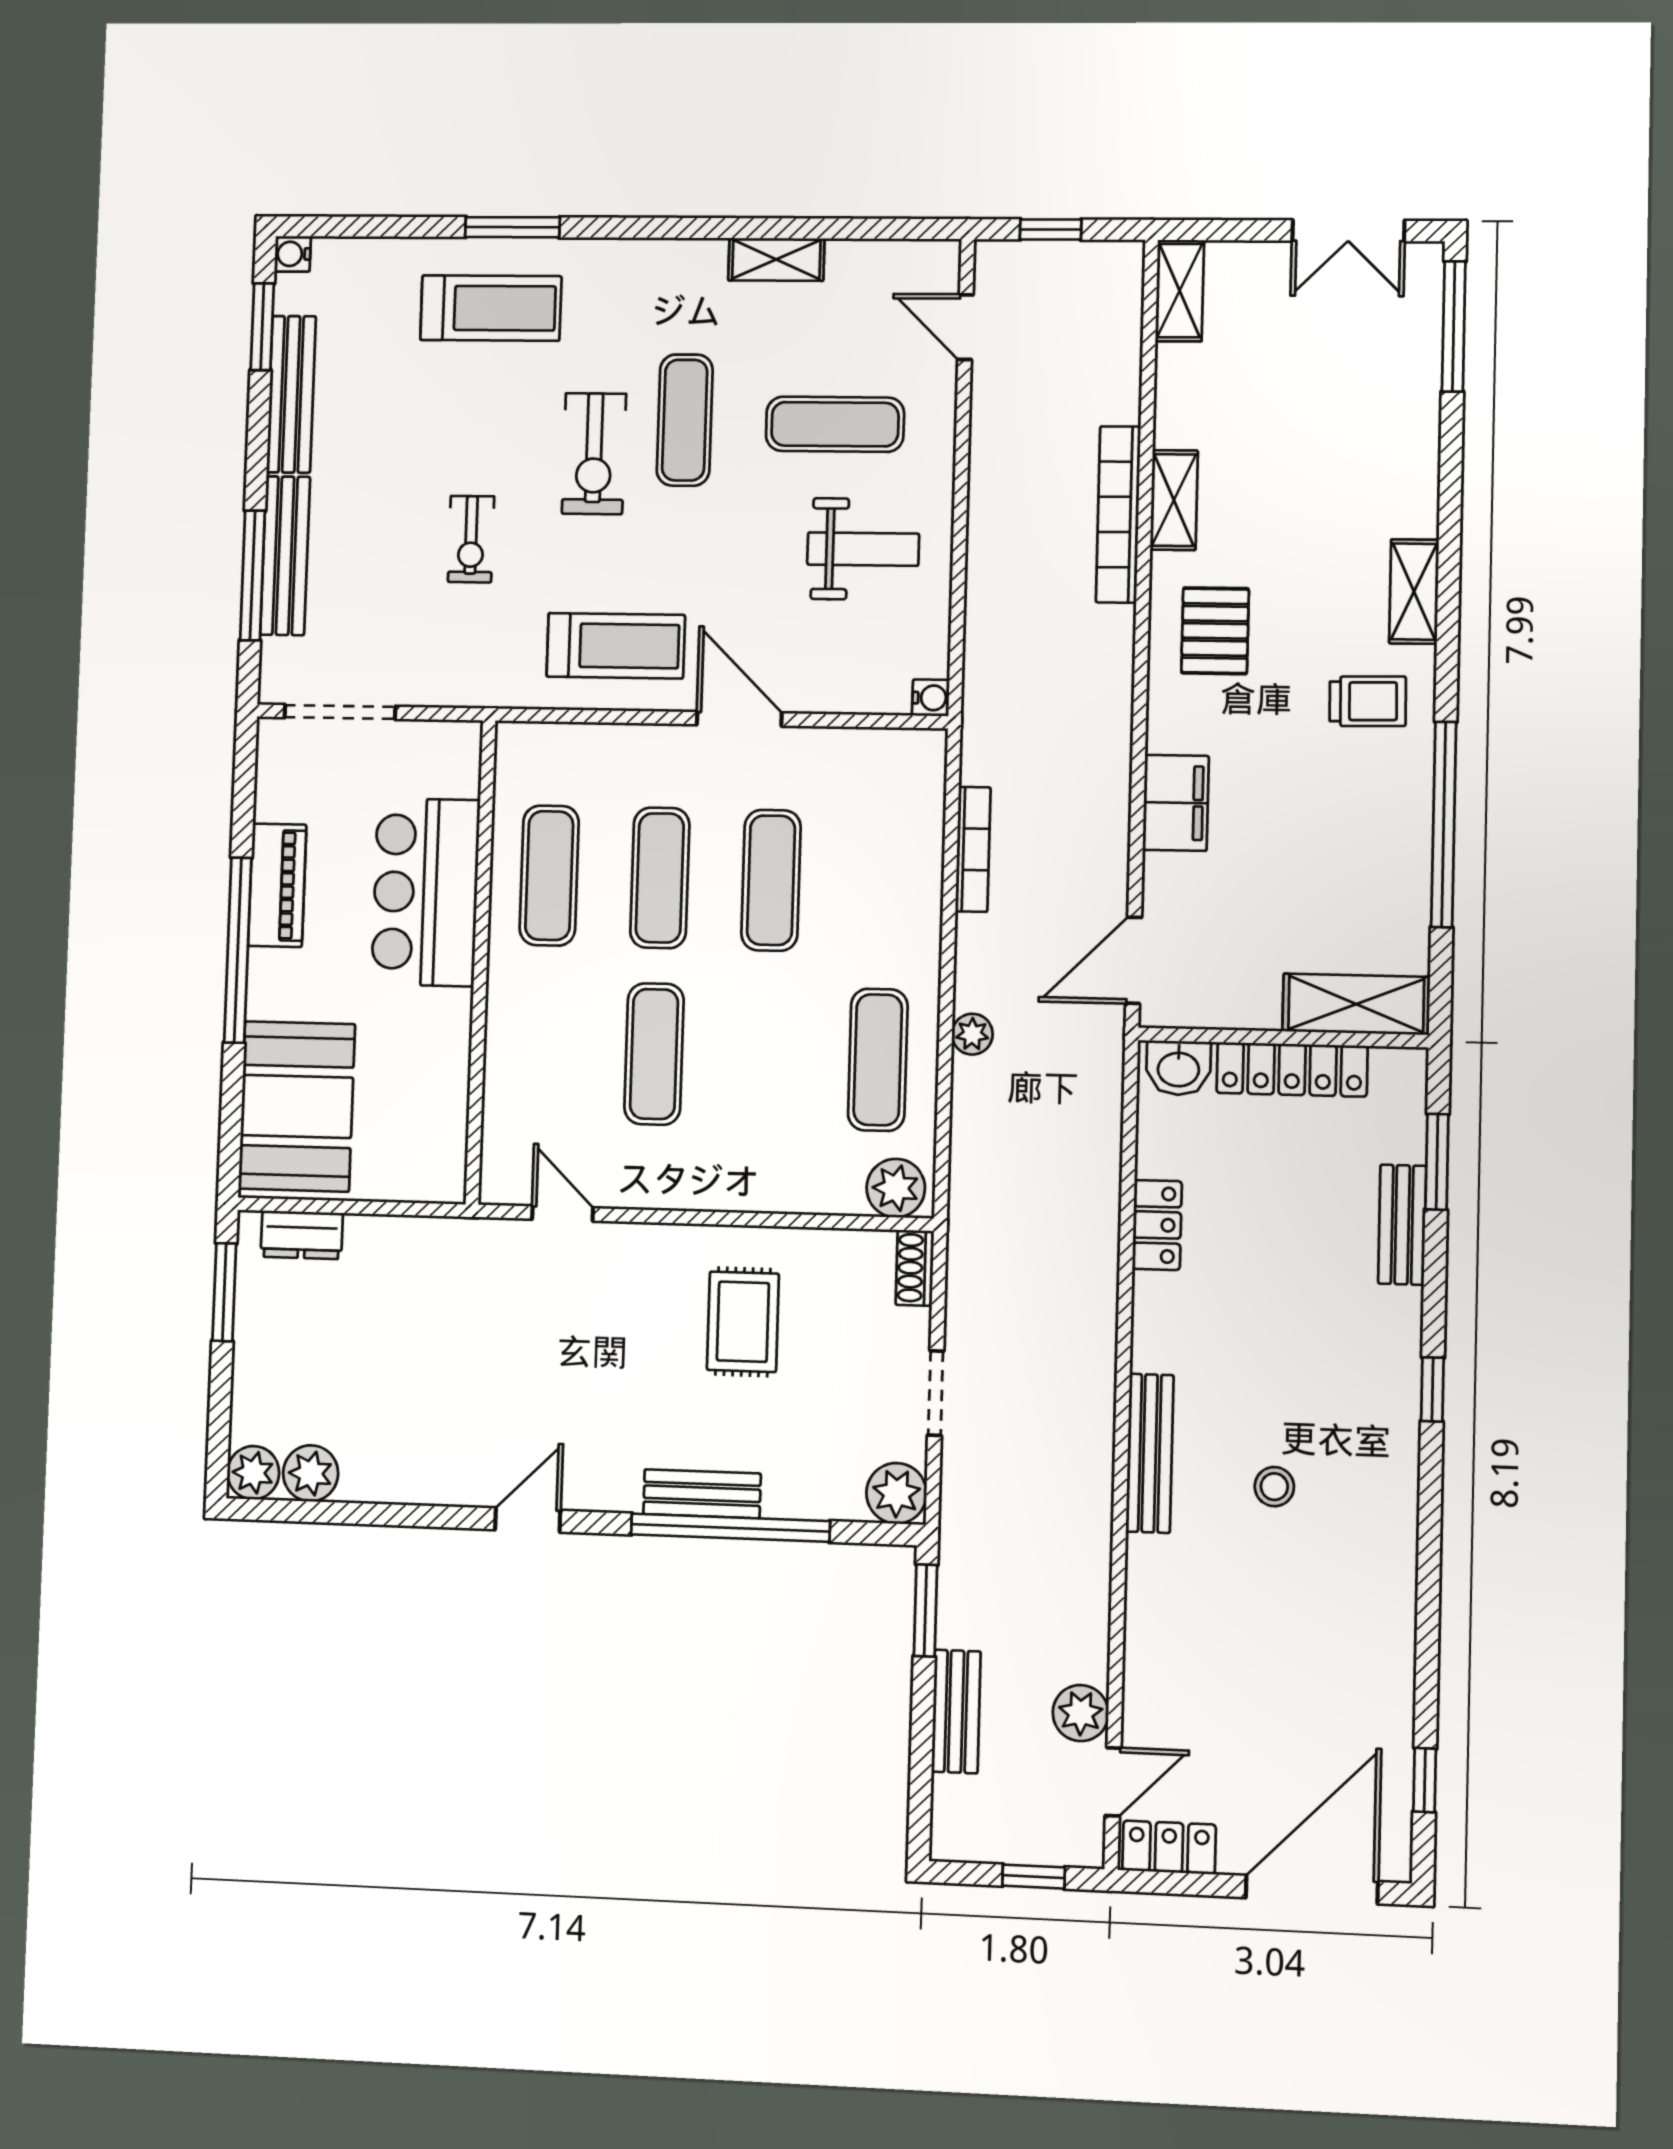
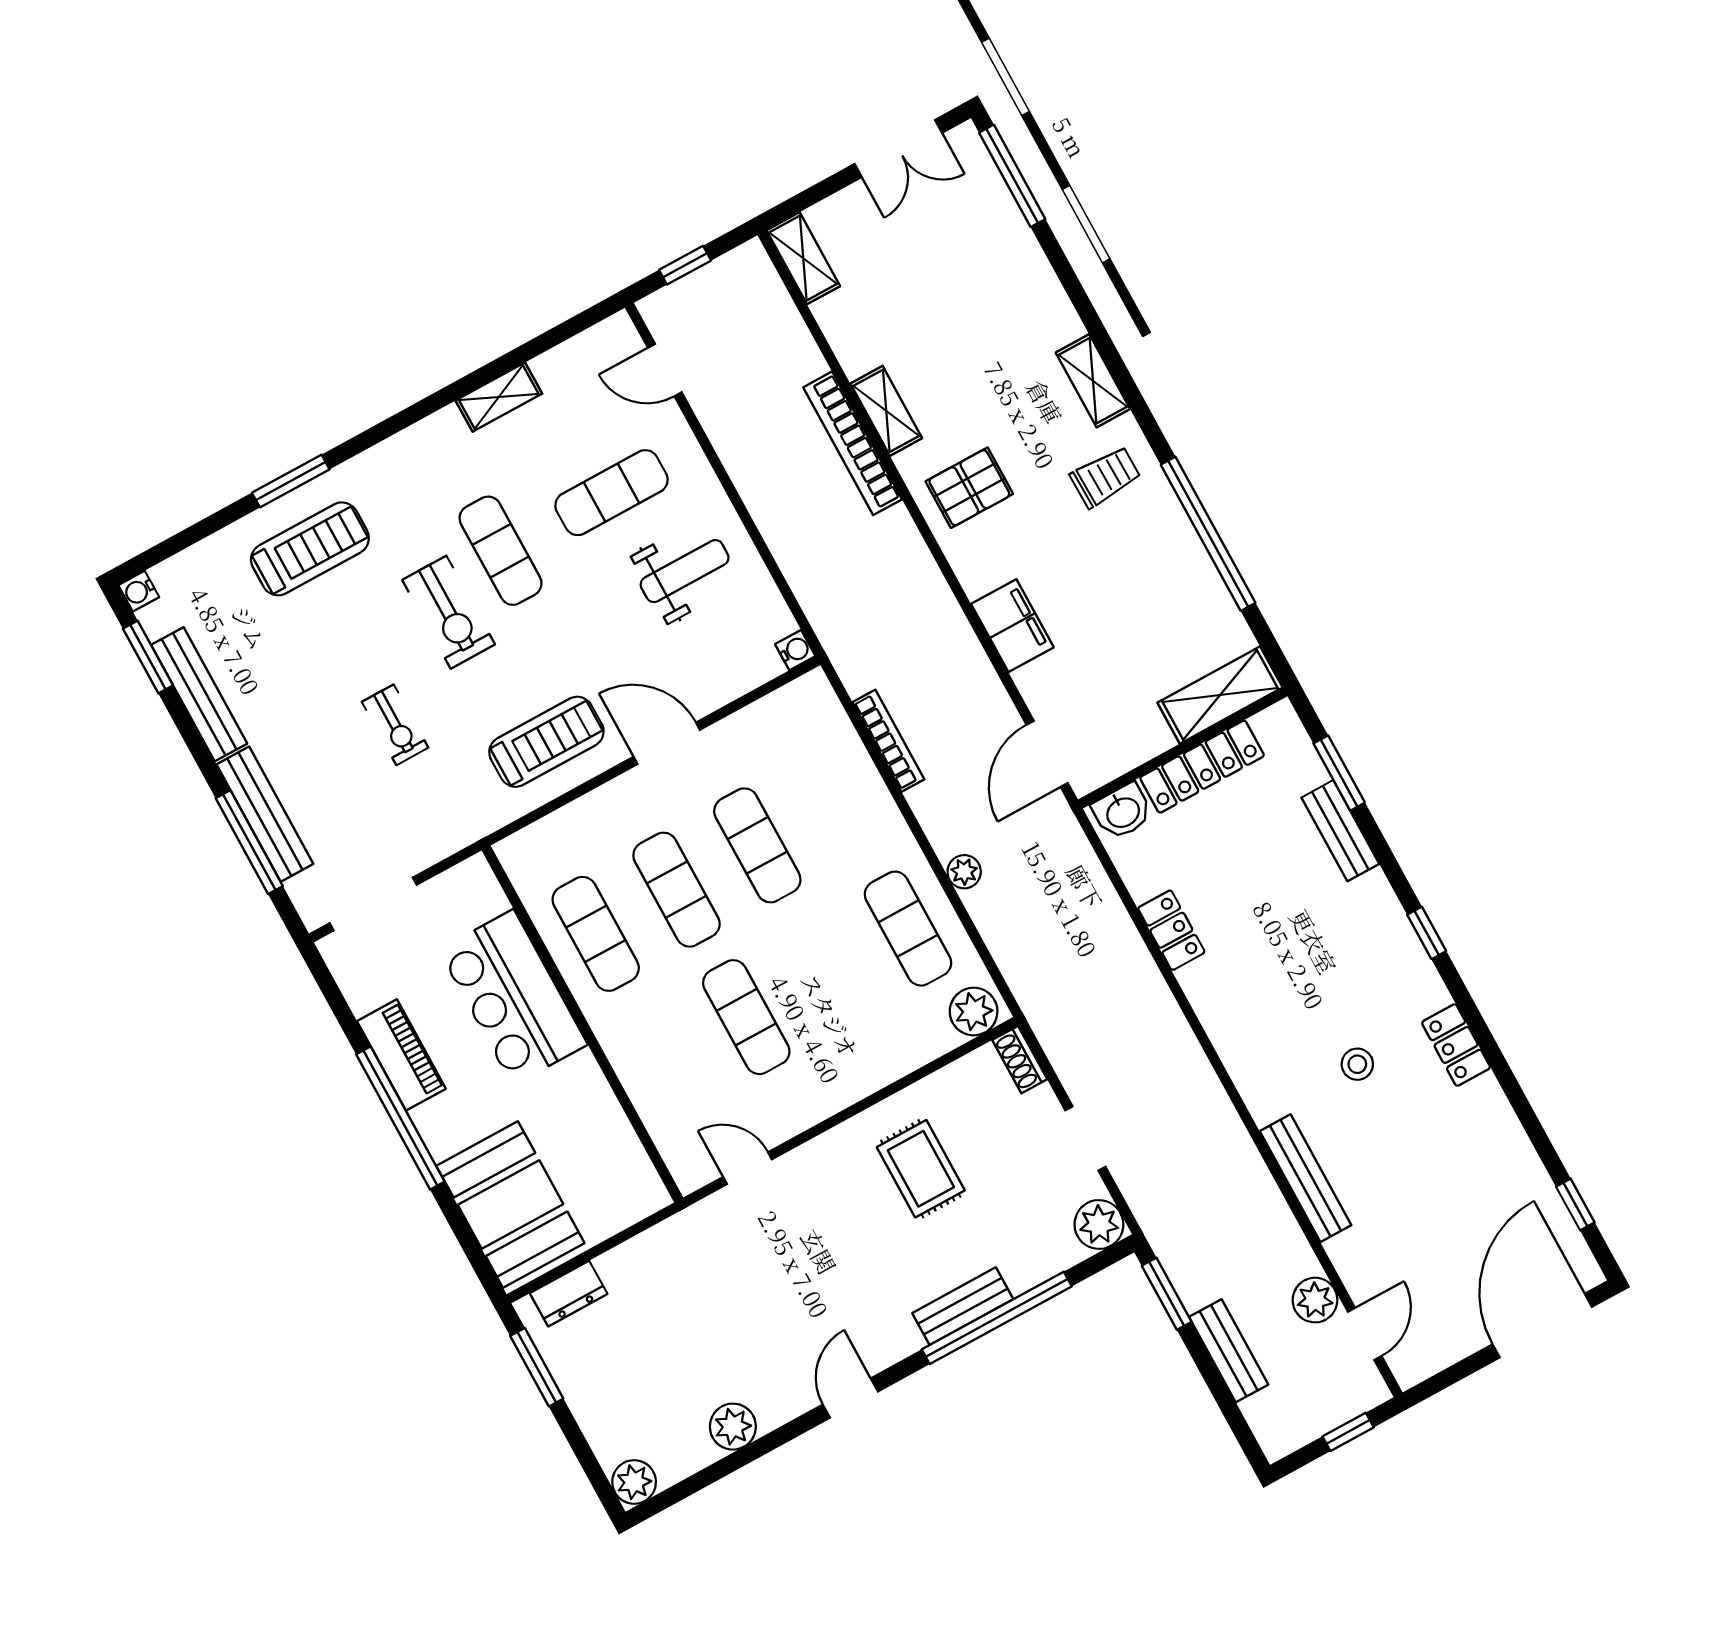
pallet: (1215, 631) -> (969, 488), turned 90
bench: (1150, 1453) -> (1305, 1178), moved
plant: (311, 1473) -> (733, 1427), moved
locker: (1169, 1847) -> (1456, 1045), moved, turned -90

